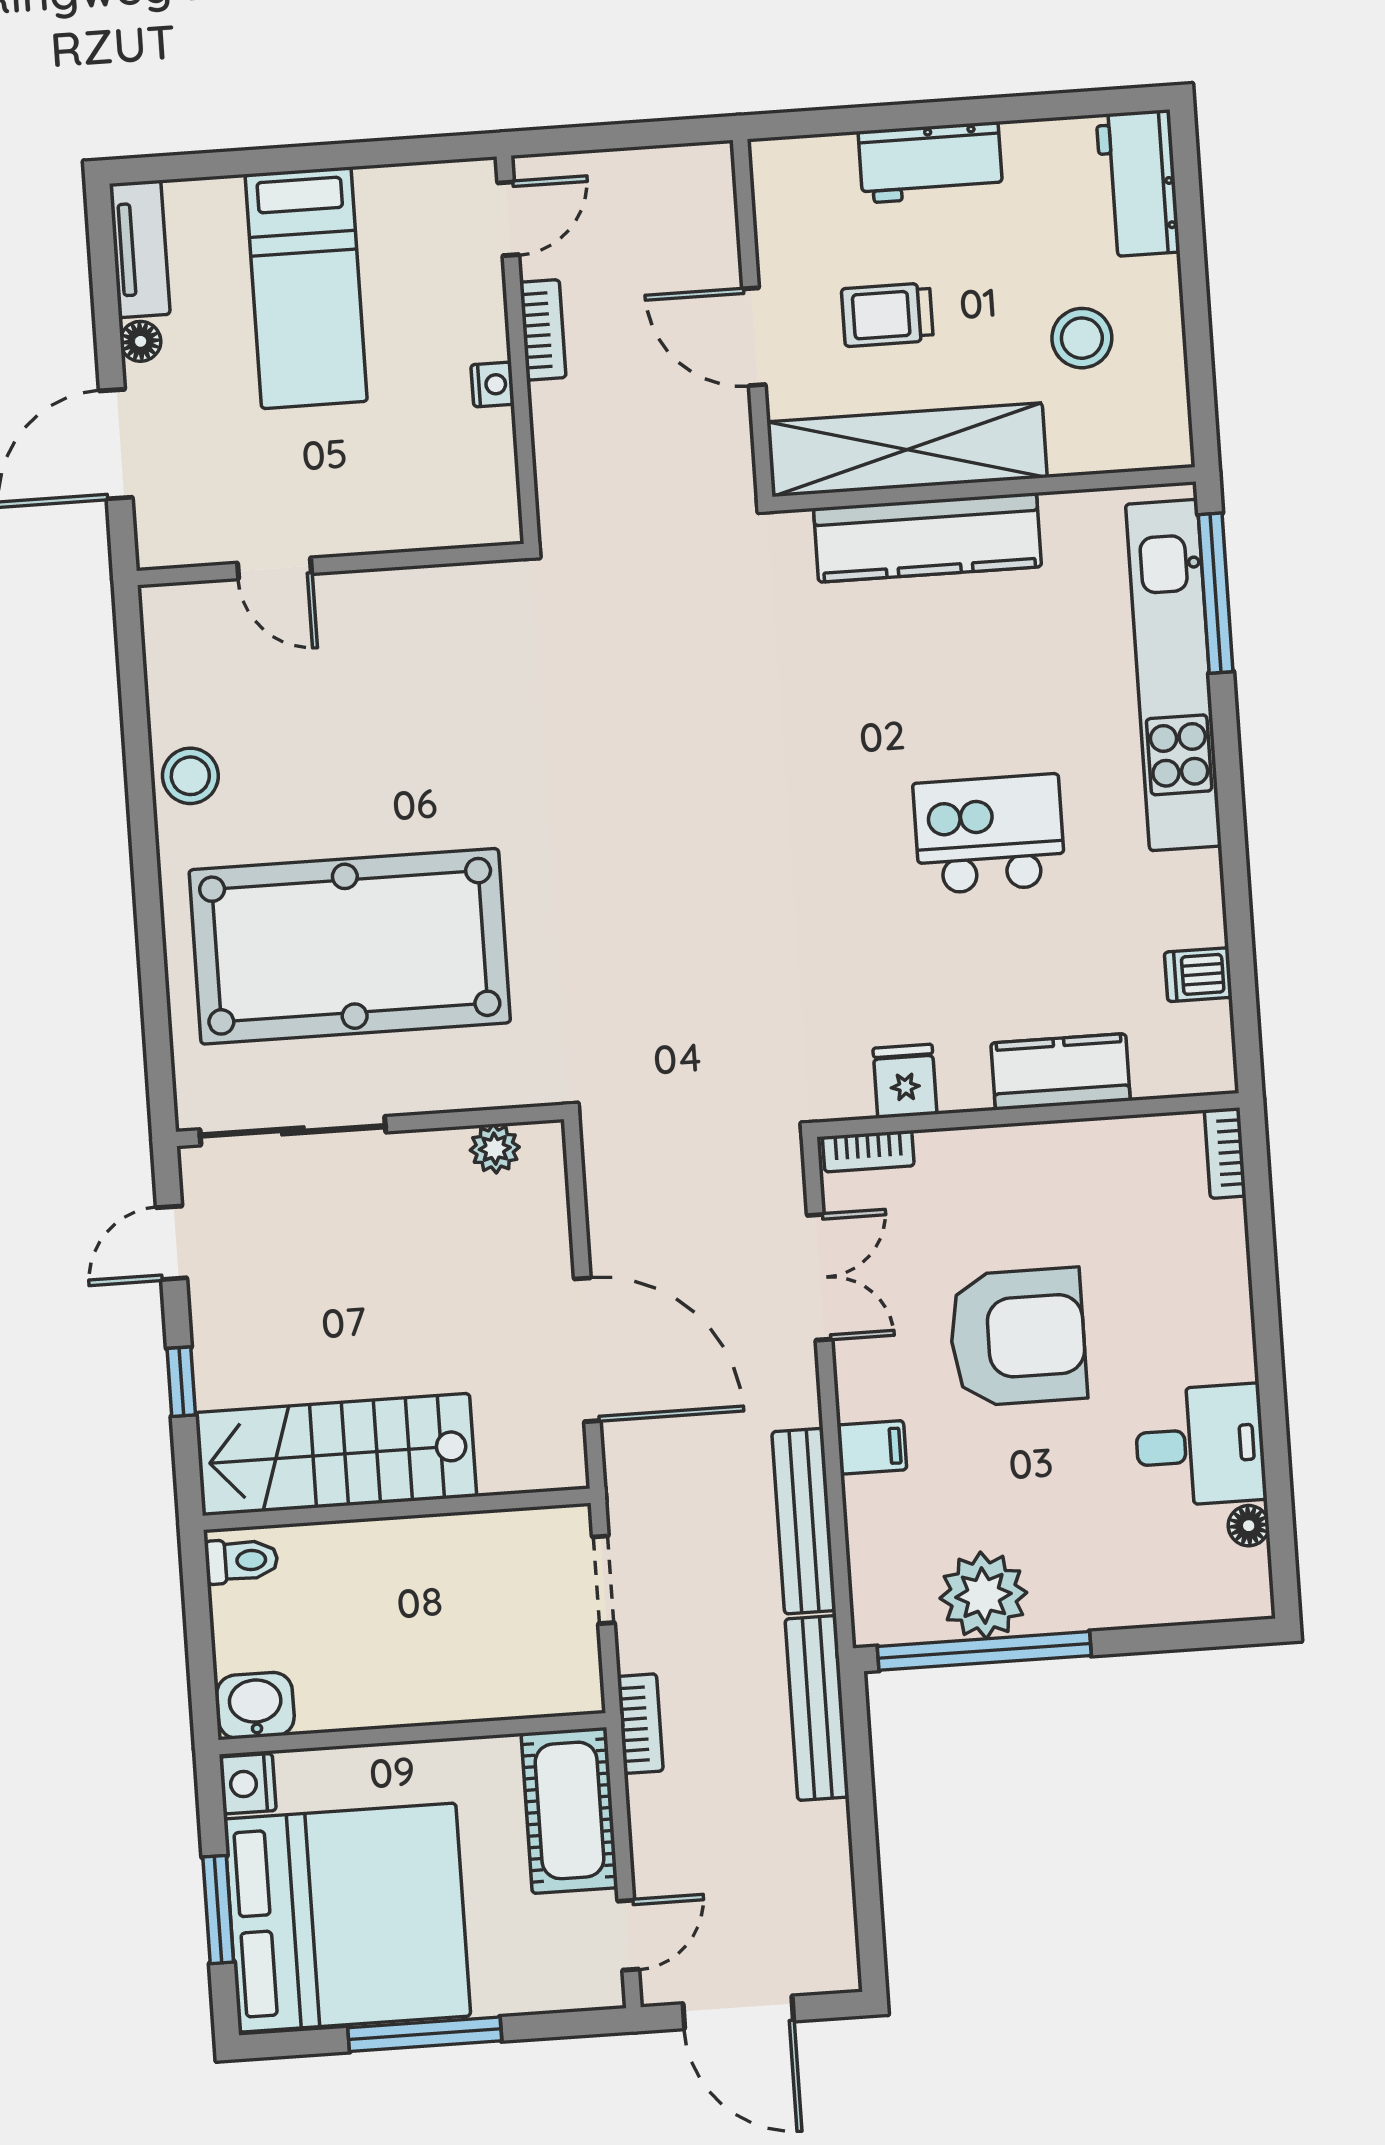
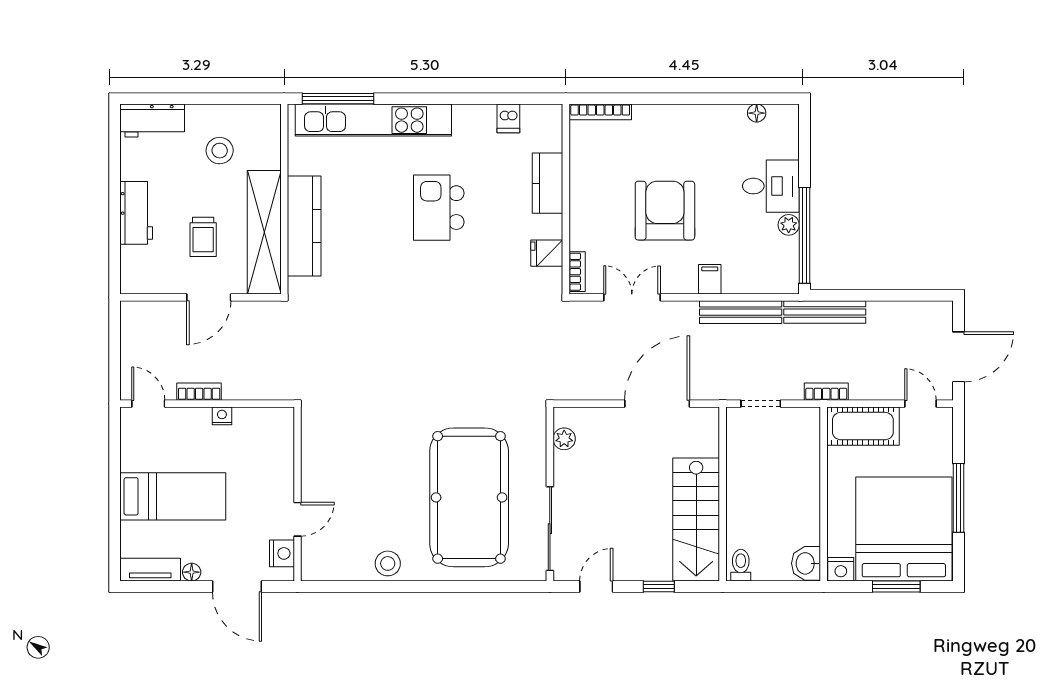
nightstand: (196, 539) -> (282, 553), added
bookcase: (1225, 1153) -> (600, 112), width x1.56
door: (172, 1243) -> (596, 586), swing flipped
desk: (1200, 1445) -> (771, 186), moved, turned 90
plant: (983, 1595) -> (789, 225), width x0.53, depth x0.53

